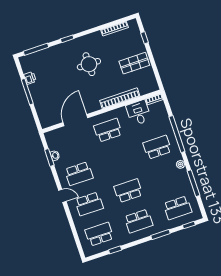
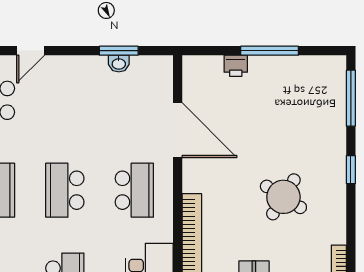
round table: (89, 64) -> (283, 197), turned 32
printer: (30, 78) -> (236, 66), moved
school desk: (79, 174) -> (65, 190), moved

